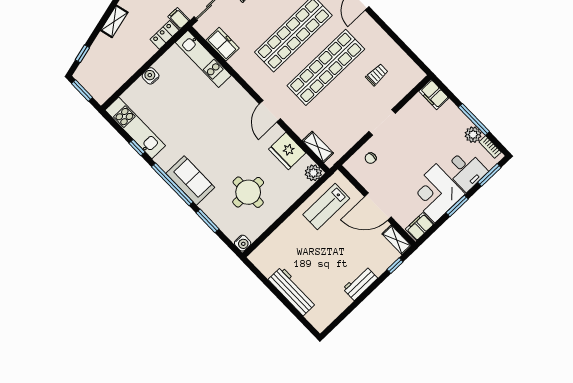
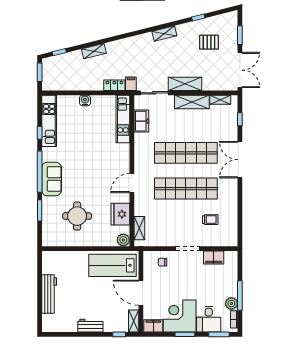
filing cabinet: (434, 95) -> (214, 257), moved, turned -90
lab bench: (326, 206) -> (113, 265), width x1.36, depth x1.39
water cooler: (243, 243) -> (47, 241), removed

